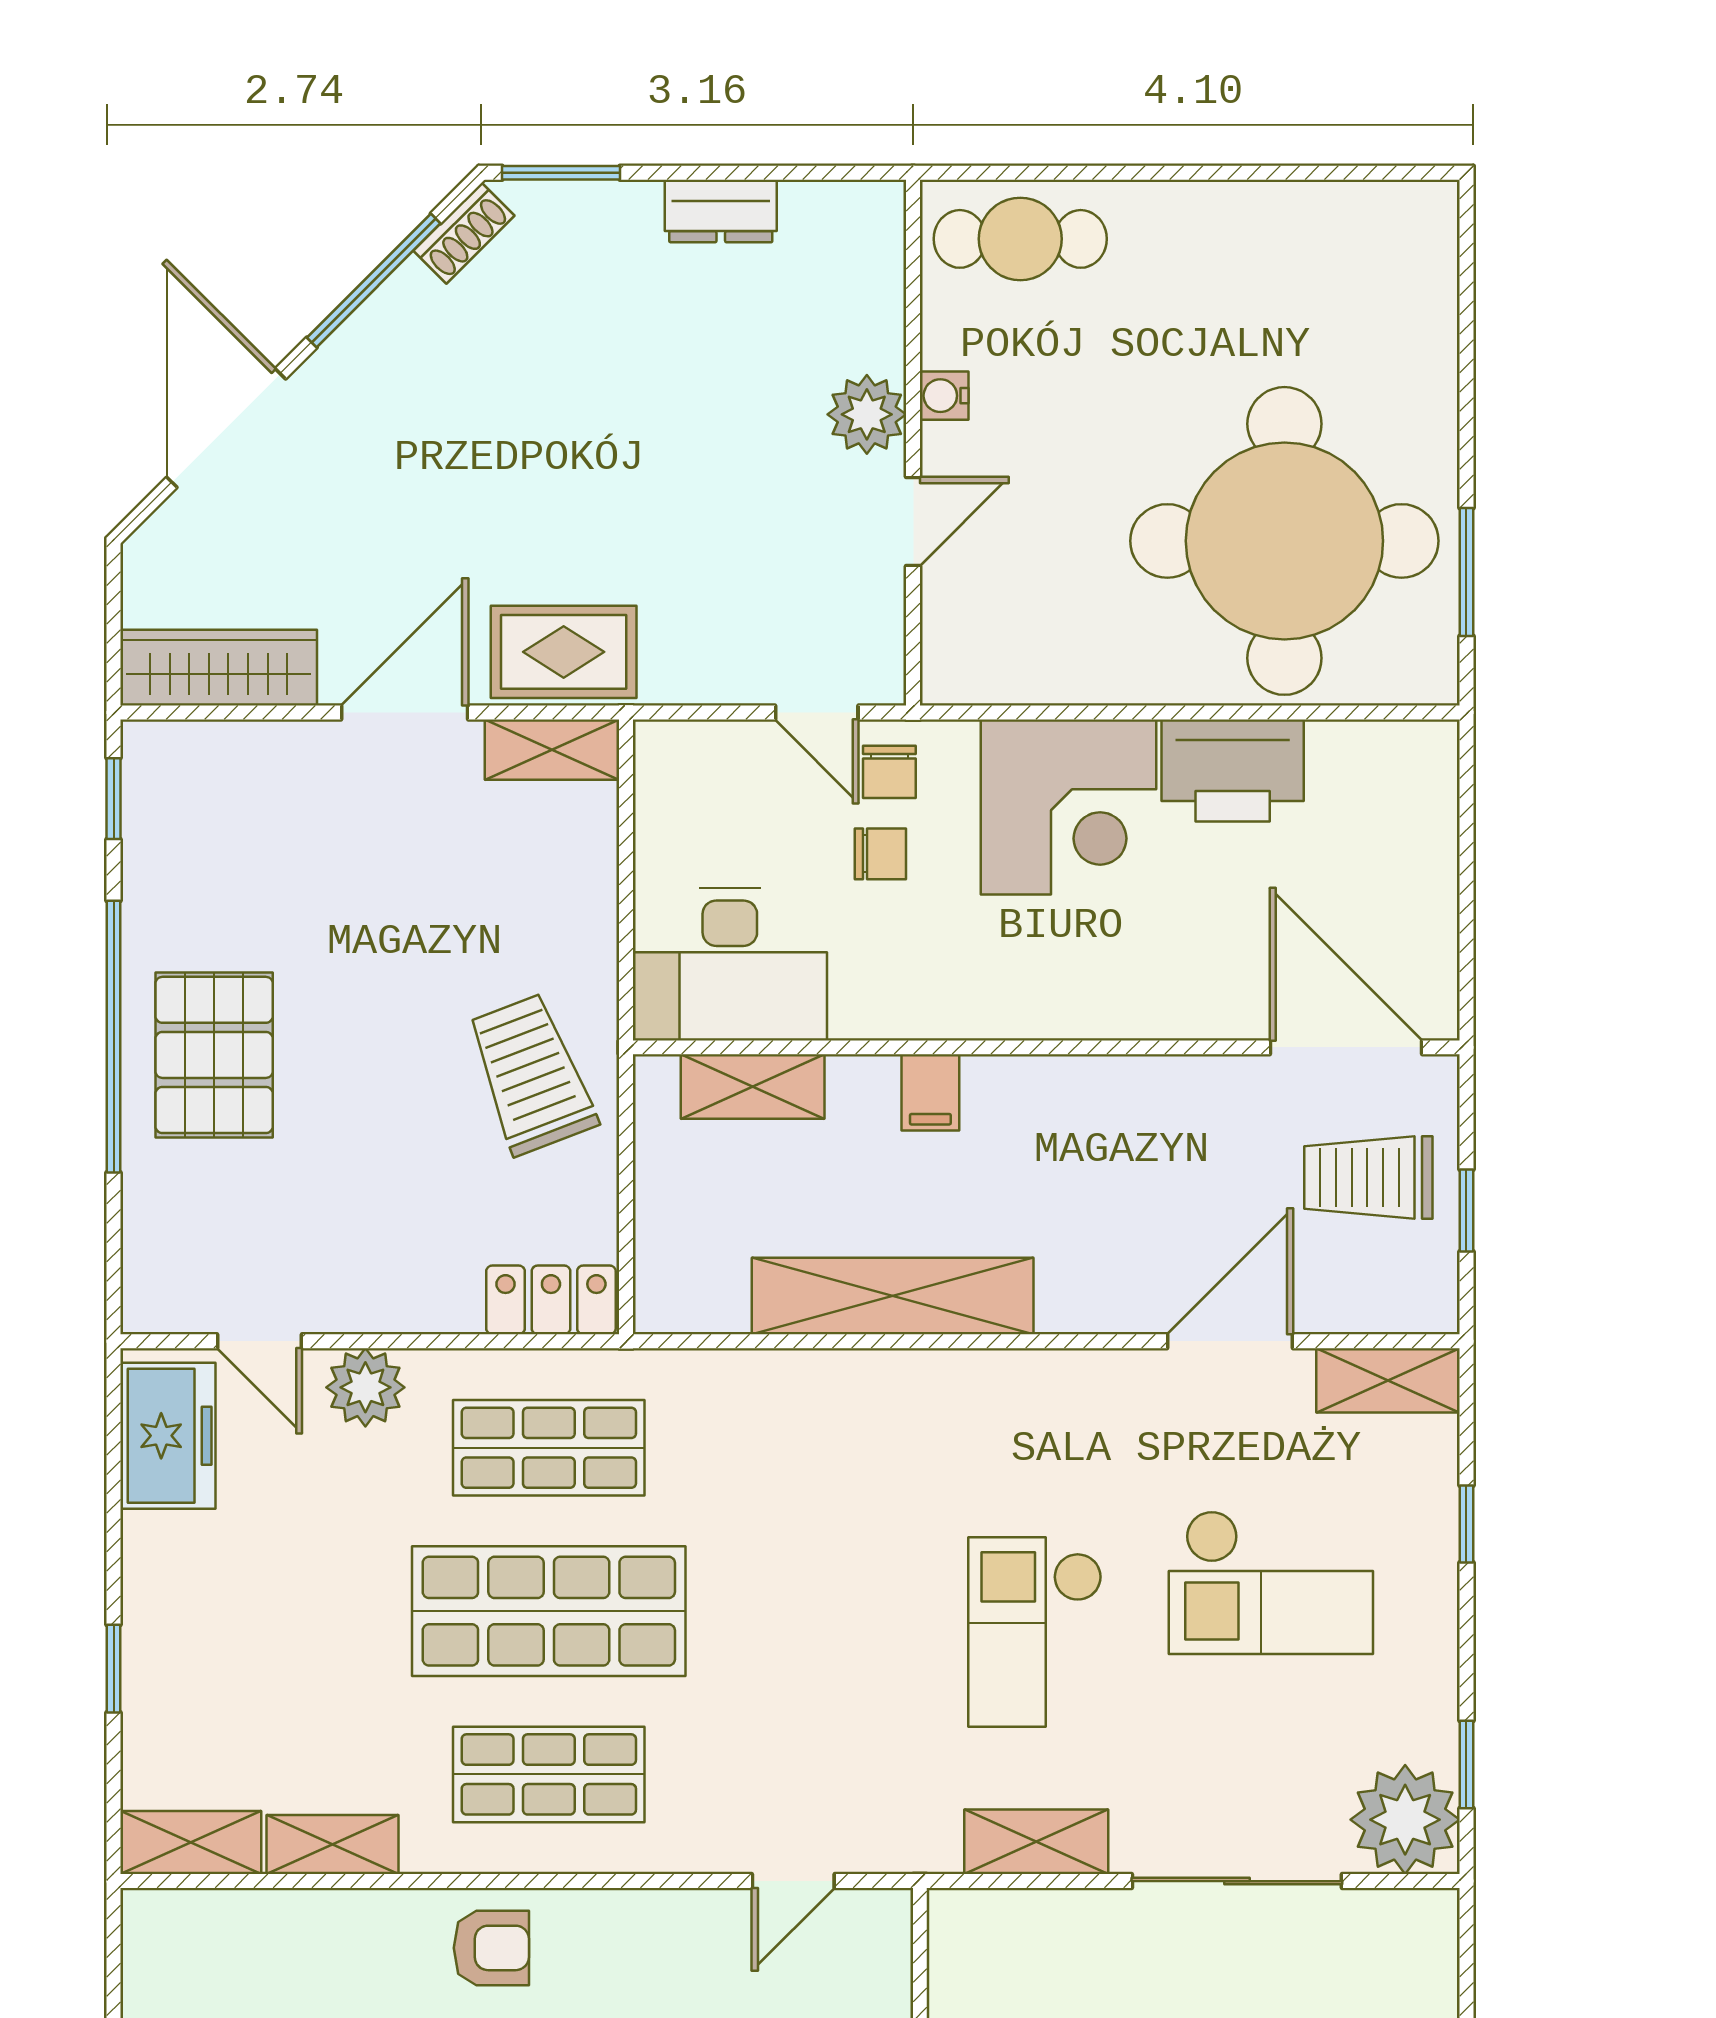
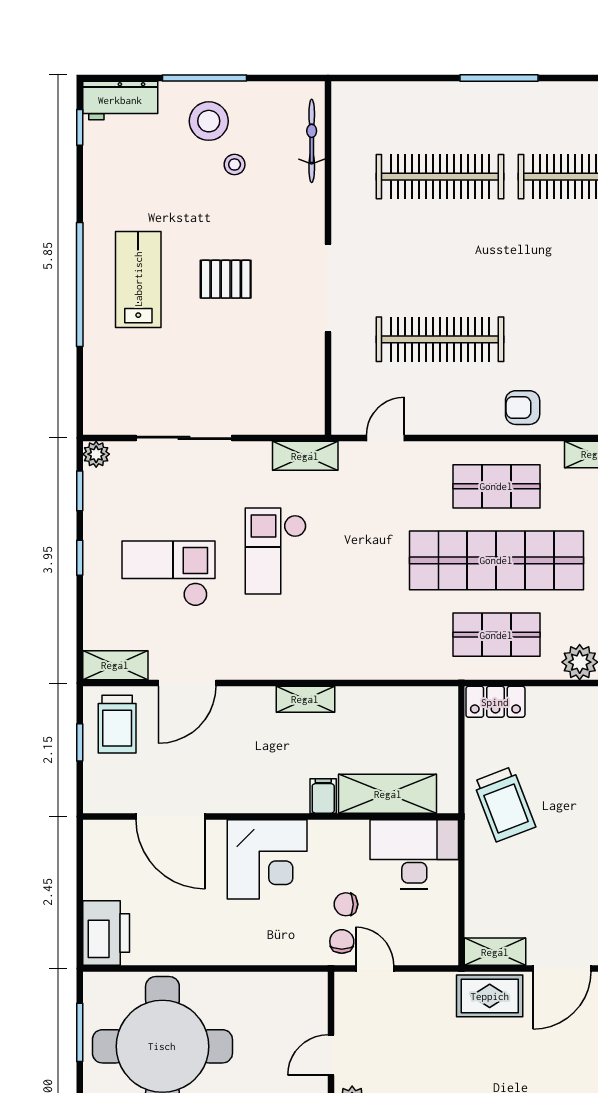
printer: (1233, 770) -> (106, 933), moved, turned 90
corner desk: (1068, 807) -> (267, 859), moved, turned 180
door: (1346, 1047) -> (170, 816), moved
shelving: (753, 1087) -> (388, 794), width x1.50, depth x1.33
trolley: (1368, 1178) -> (117, 724), moved, turned 90
shelving: (893, 1296) -> (305, 699), width x0.45, depth x0.75
window: (1466, 1524) -> (80, 558), moved
shop shelf: (549, 1611) -> (496, 560), width x1.40
checkout: (1035, 1632) -> (276, 551), turned 180
plant: (1405, 1820) -> (96, 454), width x0.53, depth x0.53
shelving: (1036, 1842) -> (305, 456), moved

